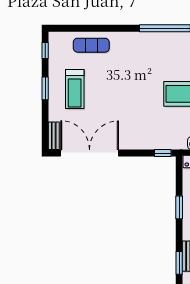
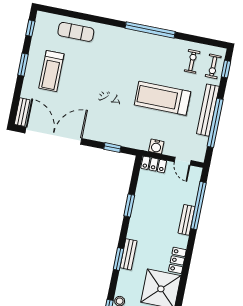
window: (163, 153) -> (112, 148), moved

